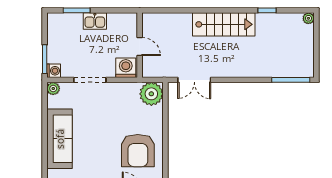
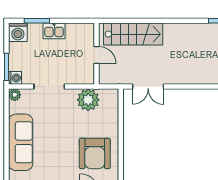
stairs: (224, 24) -> (133, 34), moved
washing machine: (126, 68) -> (18, 32), moved, turned 180
plant: (151, 94) -> (88, 100), moved

